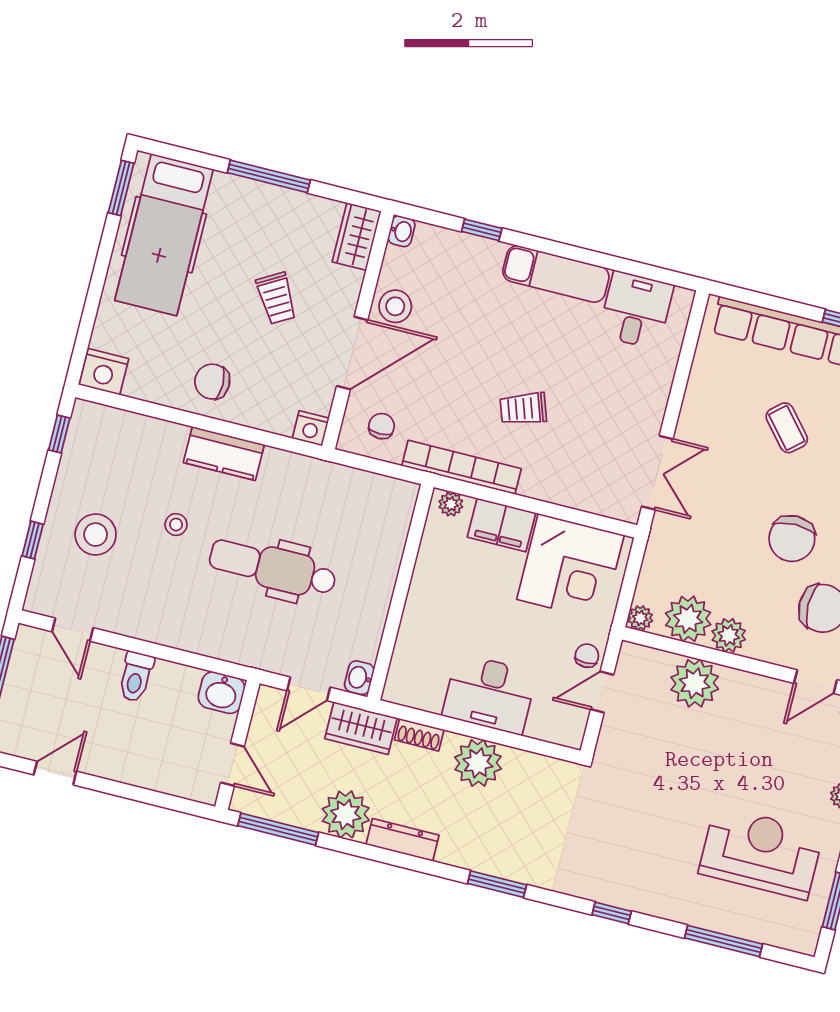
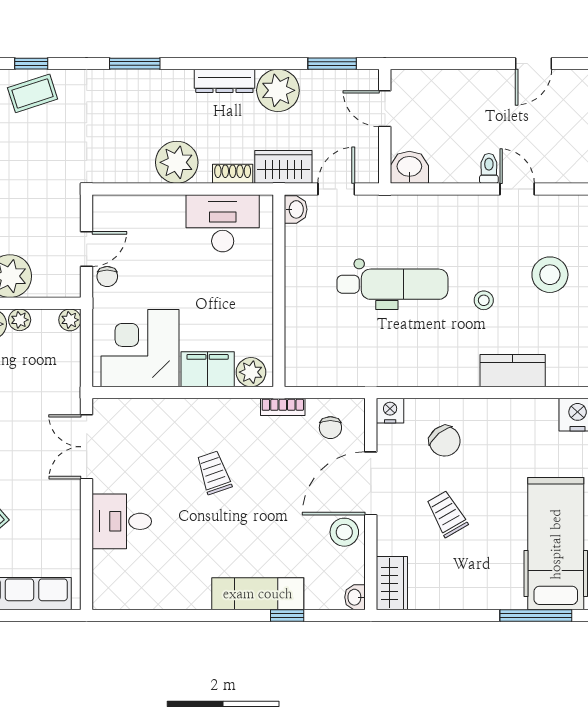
window: (269, 176) -> (536, 615), moved
exam couch: (556, 274) -> (258, 594), moved
desk: (636, 310) -> (122, 521), moved, turned 90
chair: (212, 382) -> (445, 441), moved, turned 51
trolley: (523, 409) -> (214, 473), turned -90
kitchen counter: (224, 454) -> (513, 371), moved
bookcase: (461, 467) -> (283, 407), width x0.43, depth x0.76
plant: (451, 504) -> (251, 372), width x1.38, depth x1.38
plant: (688, 619) -> (20, 320), width x0.53, depth x0.53
door: (73, 630) -> (517, 189), moved
toilet: (136, 677) -> (489, 168), width x0.73, depth x0.72
desk: (489, 694) -> (223, 223), moved
window: (278, 829) -> (332, 64), width x0.69
coffee table: (619, 880) -> (33, 93), added

